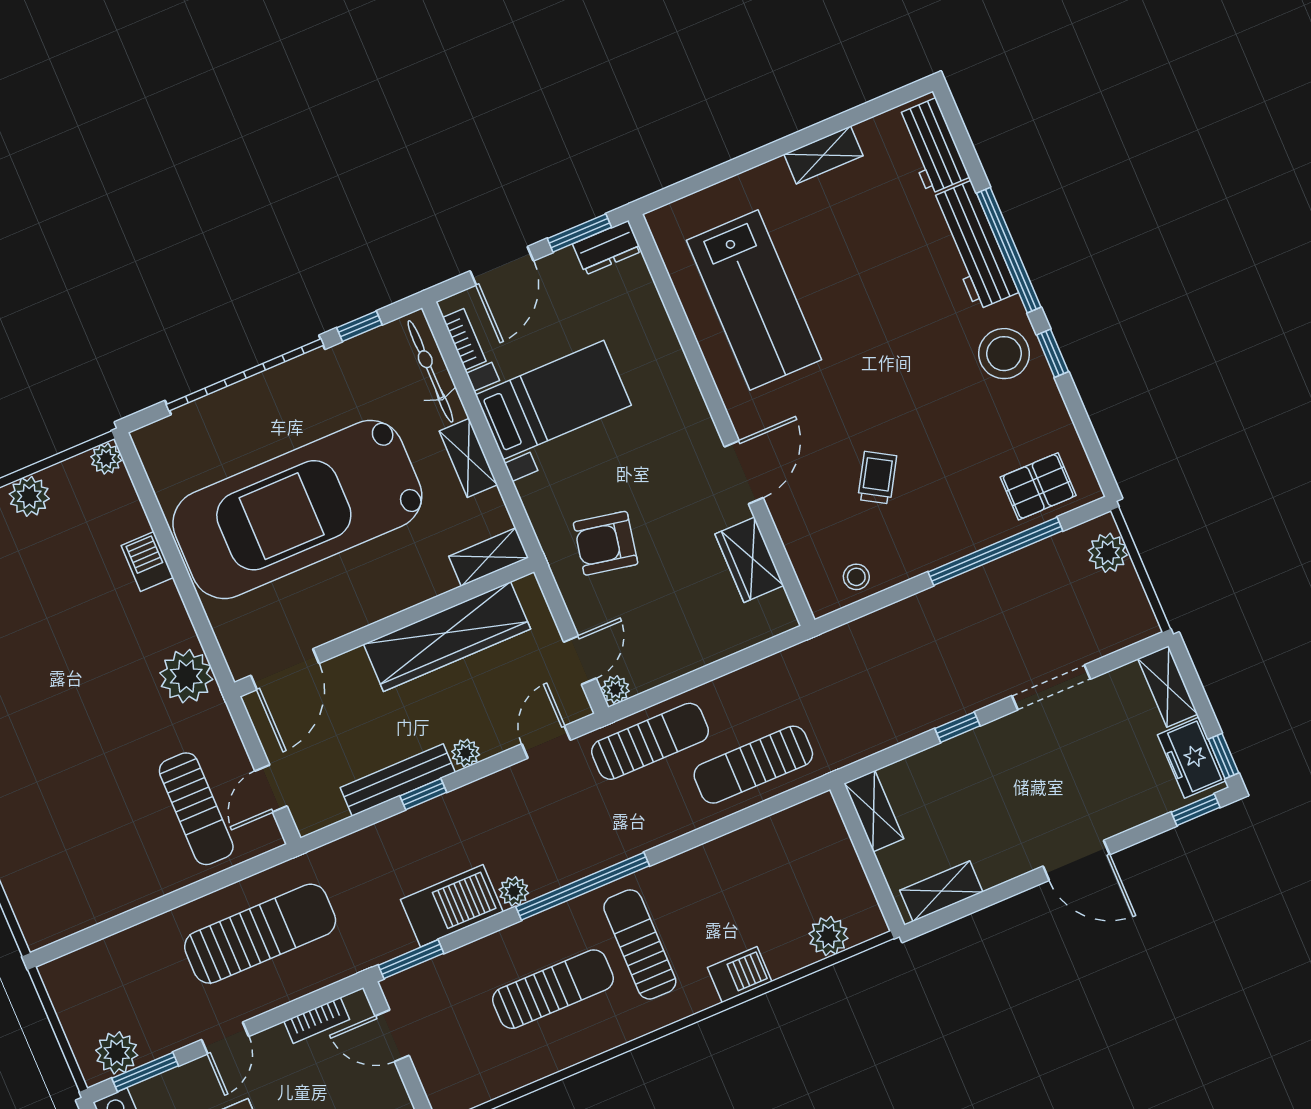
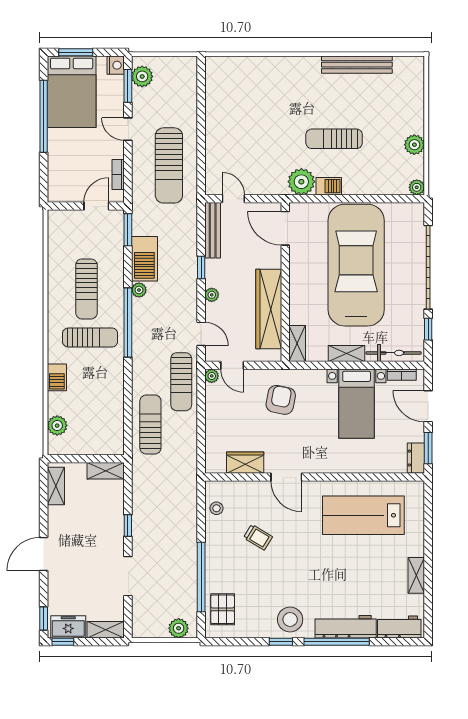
barbecue: (147, 562) -> (329, 186), moved
bench: (398, 780) -> (213, 230), moved
sun lounger: (196, 809) -> (334, 139), moved

